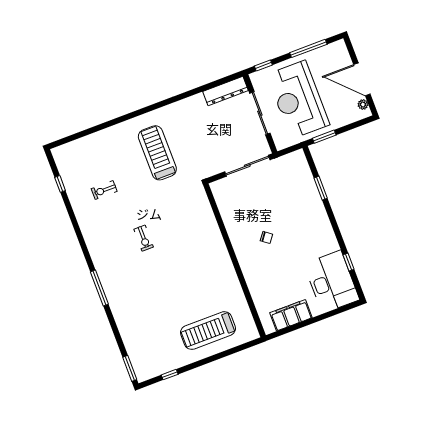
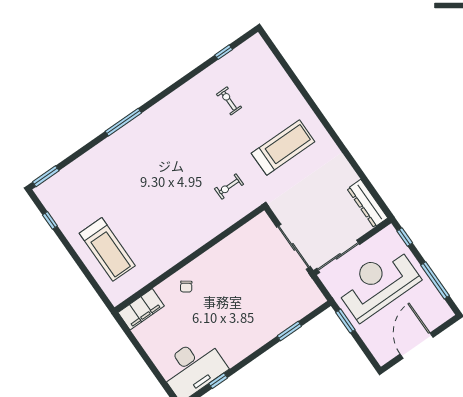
plant: (363, 105) -> (390, 354), removed
sliding door: (260, 113) -> (338, 256), moved
chair: (266, 237) -> (186, 287), moved
exercise bike: (144, 238) -> (229, 186), moved
filing cabinet: (291, 315) -> (141, 309), moved, turned 90
treadmill: (208, 331) -> (107, 249), turned 180

